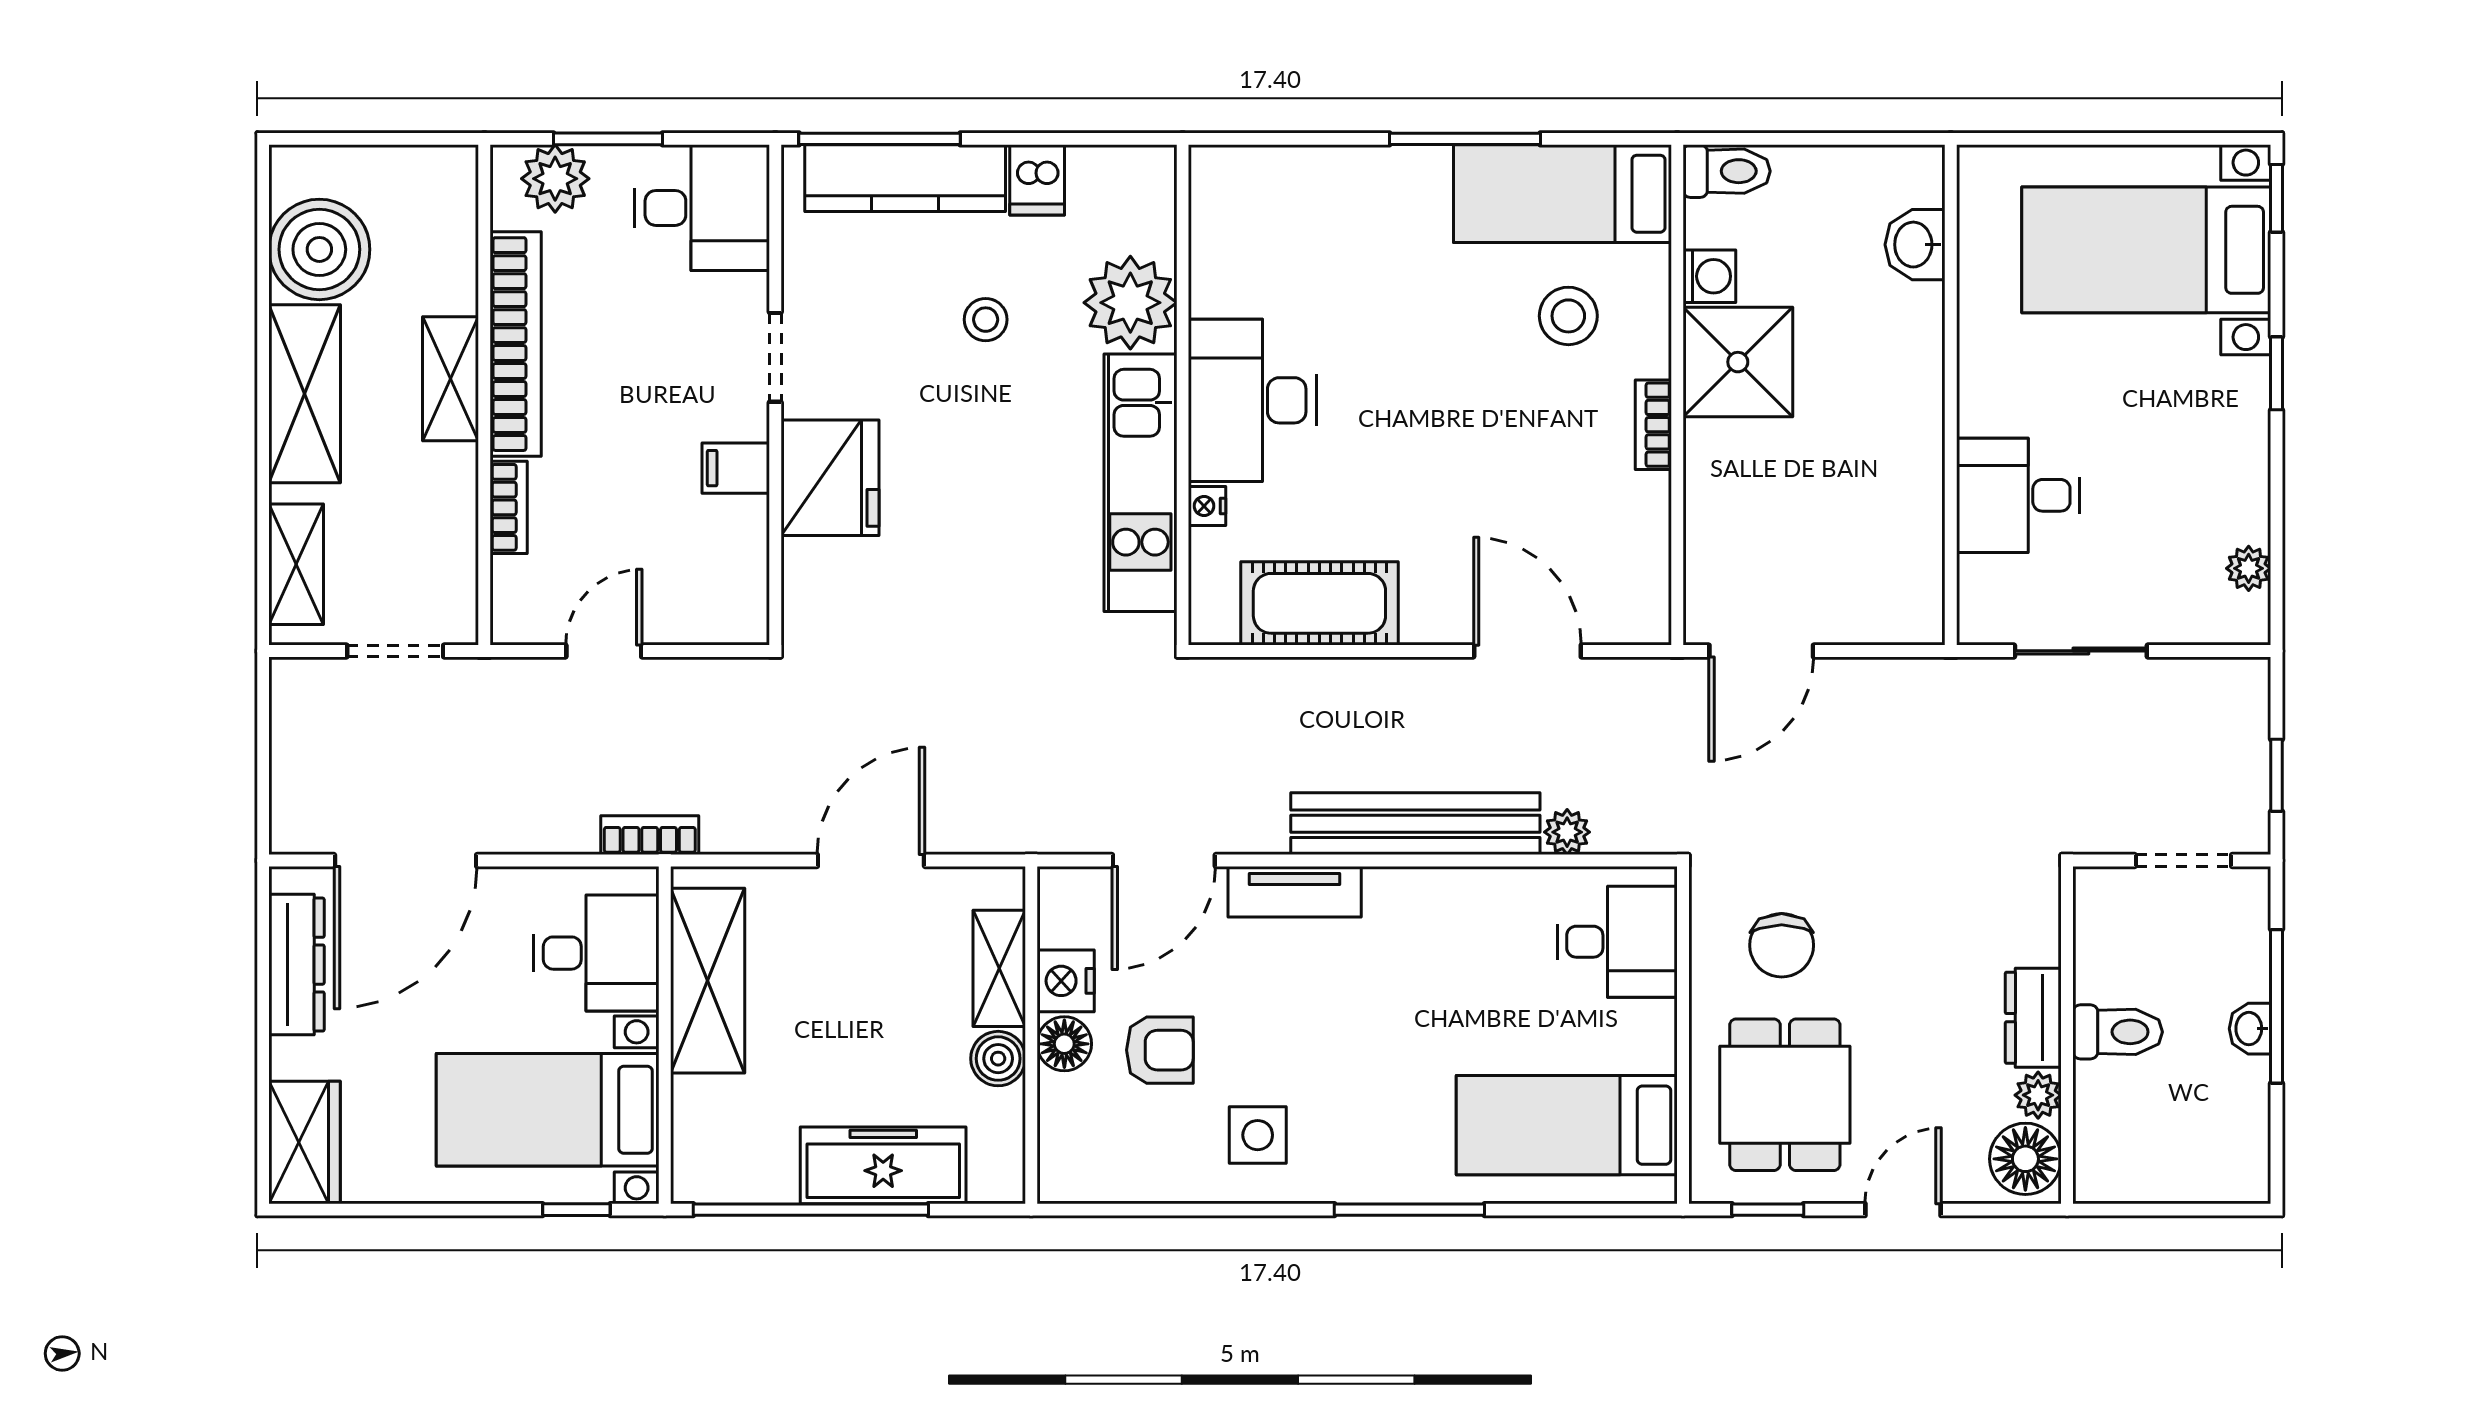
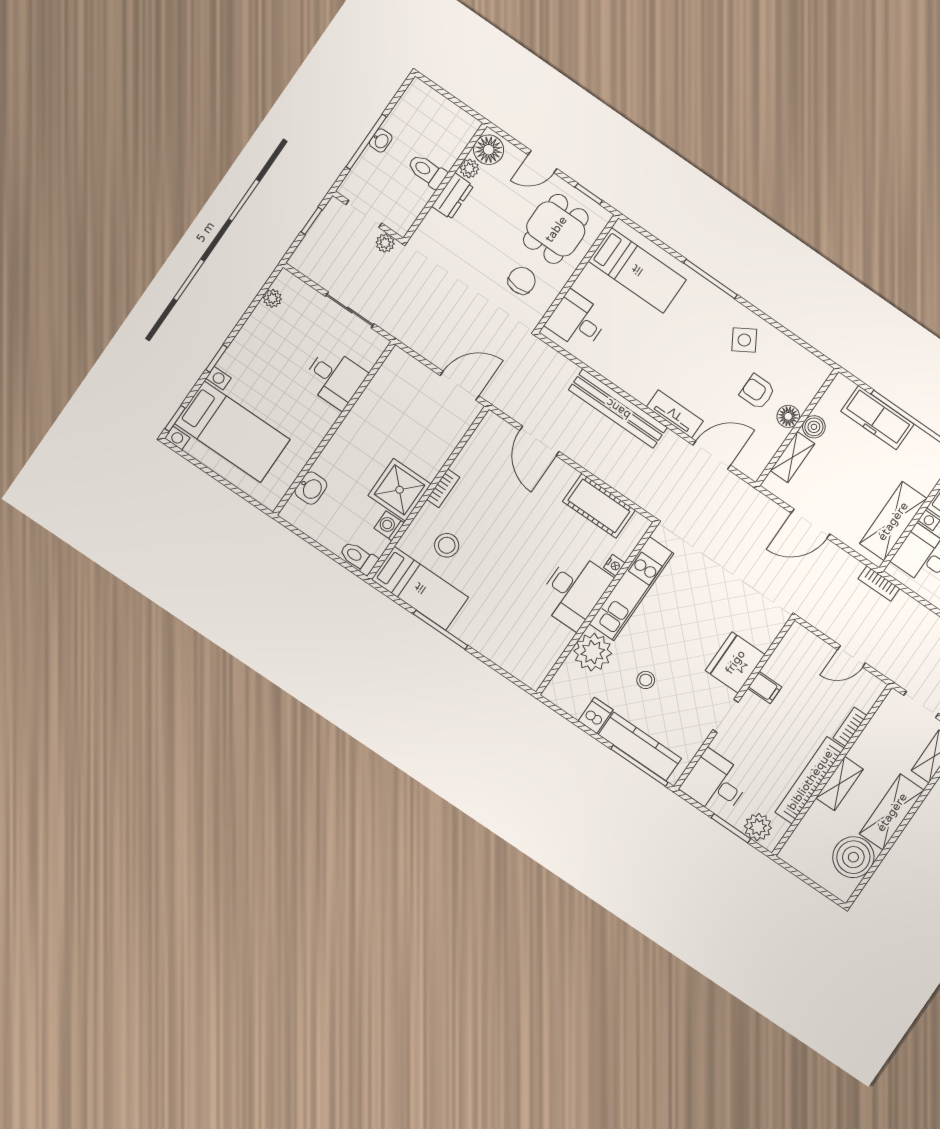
plant: (1567, 832) -> (385, 243), moved
nightstand: (1066, 981) -> (773, 437), removed
side table: (1258, 1135) -> (744, 340), turned -31

